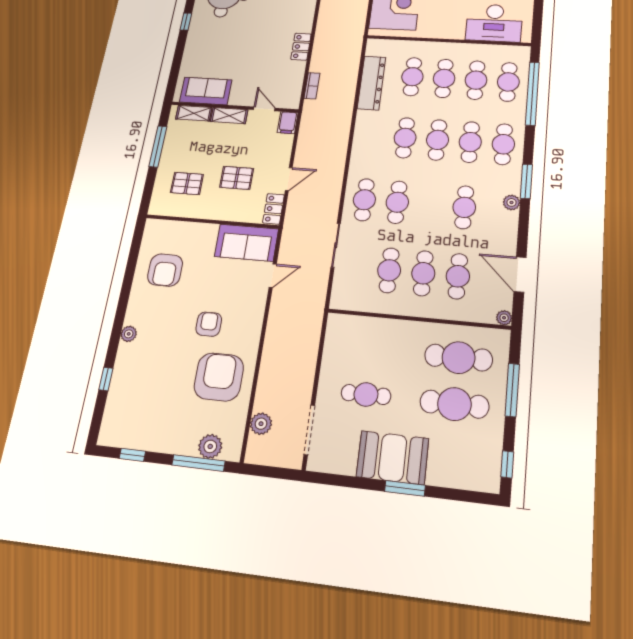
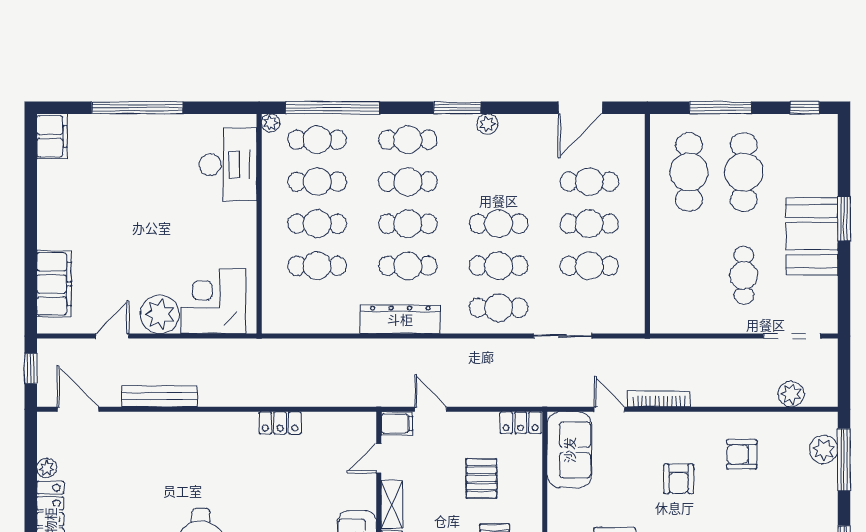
dresser: (371, 83) -> (400, 319), moved
bookcase: (312, 86) -> (659, 399), moved, width x1.56
door: (289, 179) -> (431, 409), moved
cafe table: (464, 207) -> (499, 224), moved
plant: (504, 318) -> (271, 123), moved
armchair: (209, 324) -> (679, 479), turned -90
armchair: (219, 377) -> (742, 454), width x0.53, depth x0.53

